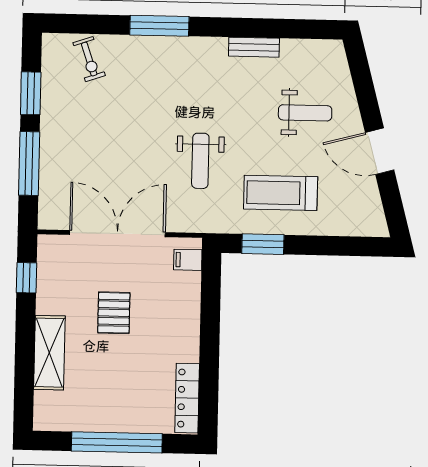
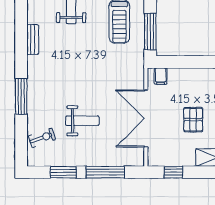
weight bench: (200, 161) -> (82, 121), moved
window: (263, 244) -> (150, 31), width x1.44
pallet: (114, 313) -> (193, 120), turned 90

